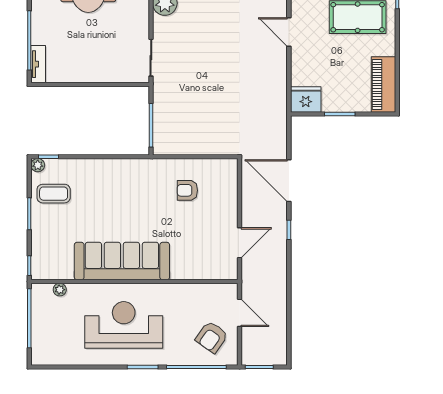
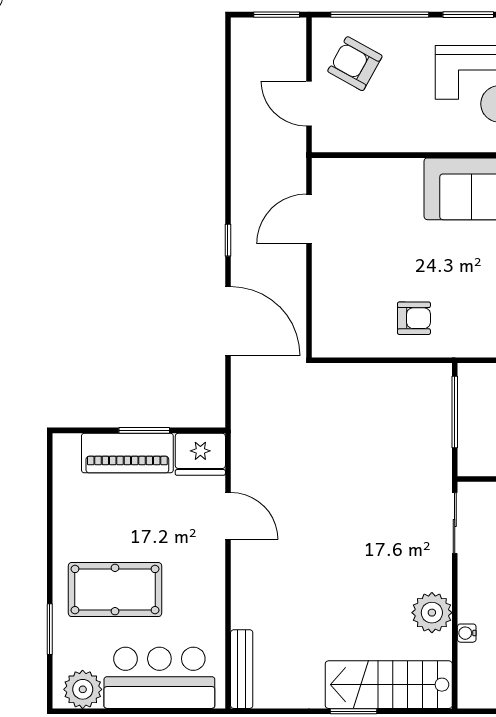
door: (289, 32) -> (228, 516), moved
piano: (384, 84) -> (127, 453), moved, turned 90
armchair: (187, 190) -> (414, 318), moved
armchair: (212, 337) -> (355, 64), turned -96

